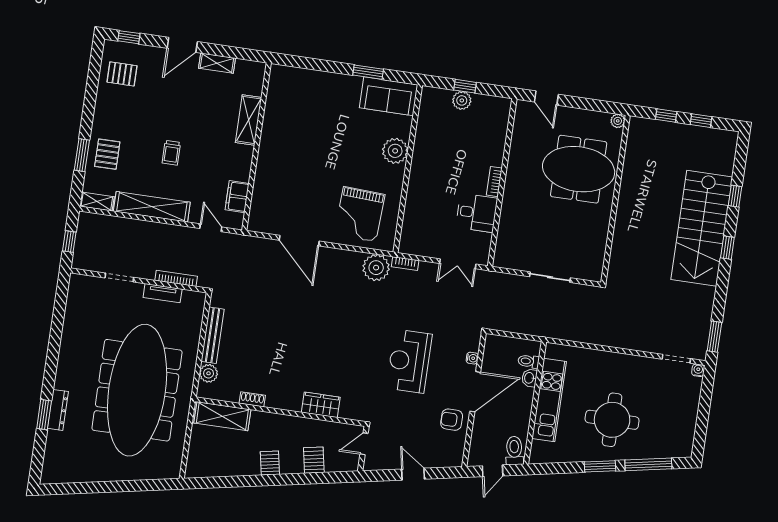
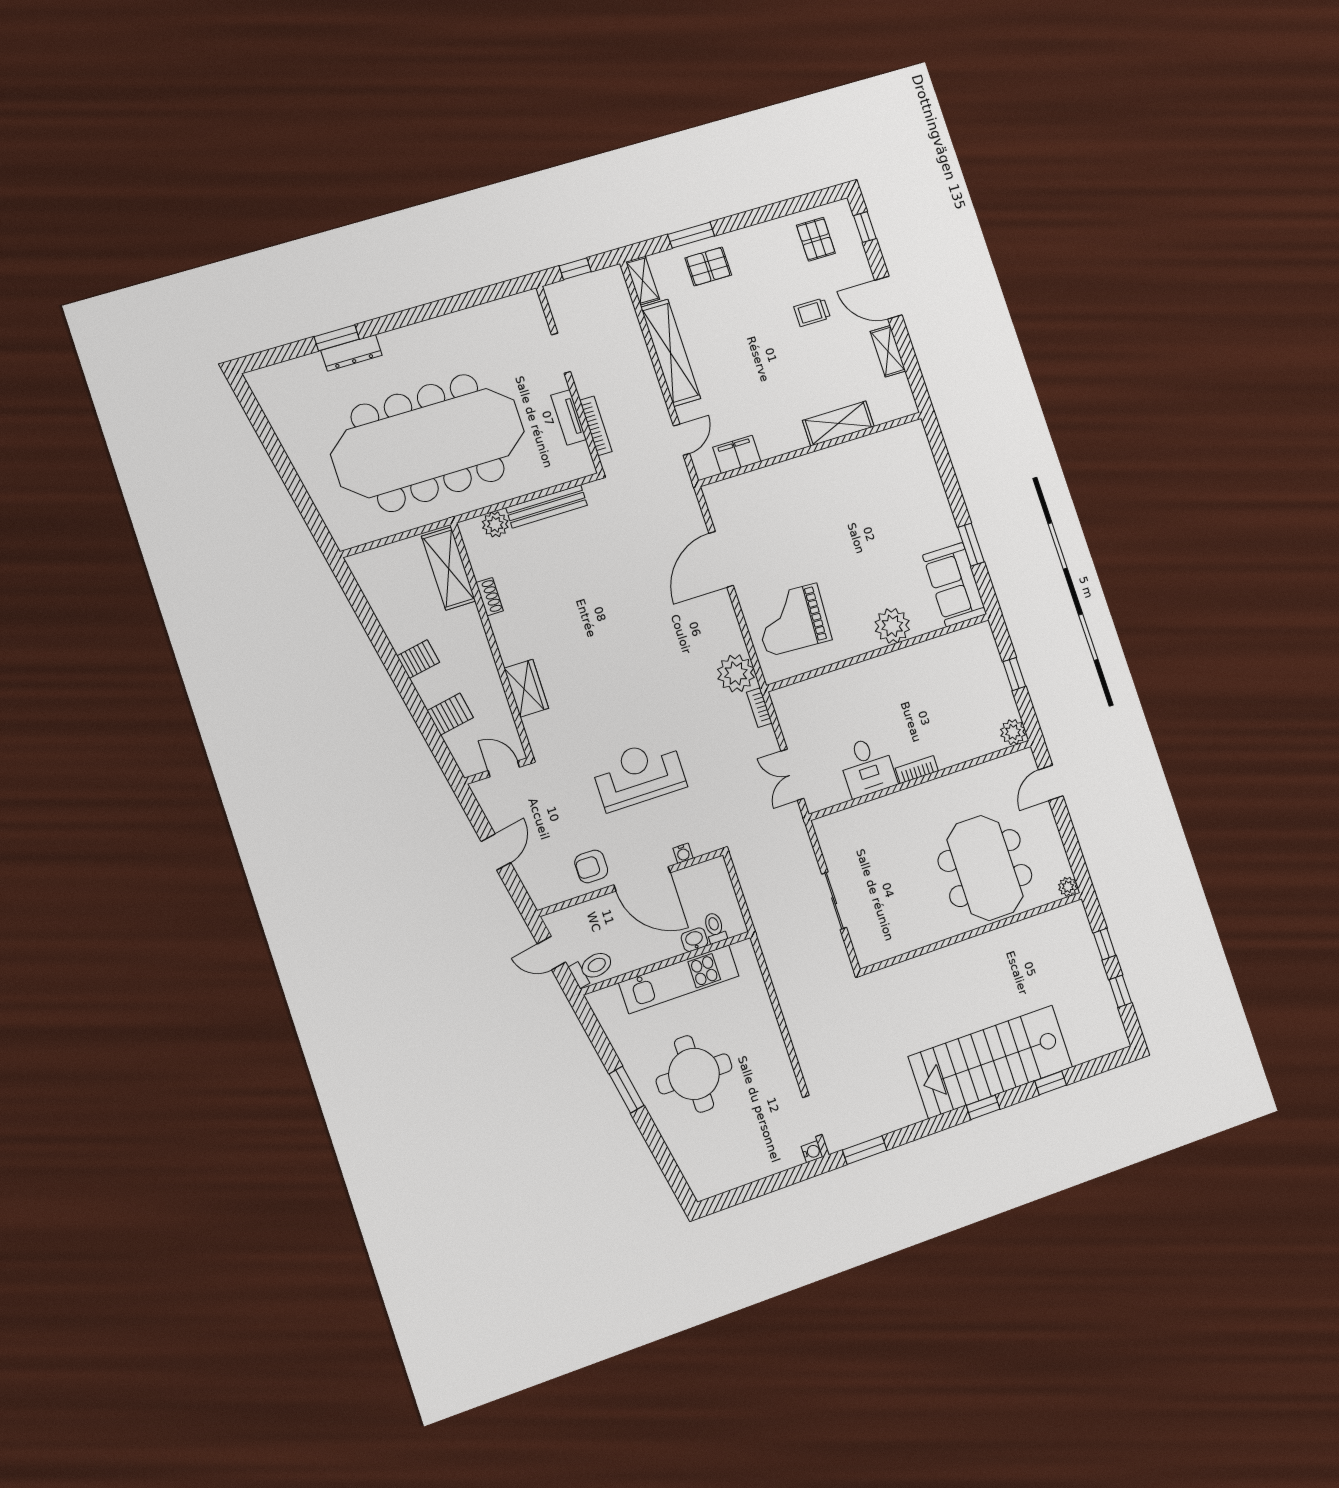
plant: (462, 100) -> (1013, 732), moved
trolley: (171, 153) -> (812, 312), moved
armchair: (452, 420) -> (591, 866), turned -90
window: (648, 464) -> (660, 1151), removed

